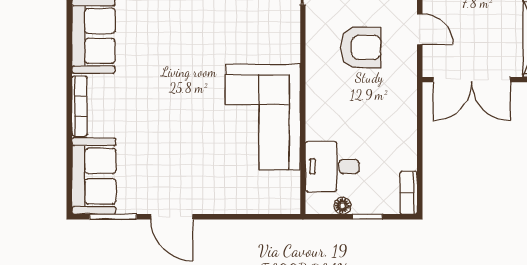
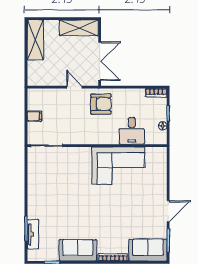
door: (420, 29) -> (74, 87), hinge flipped
armchair: (361, 47) -> (101, 104), moved, turned 90
desk: (332, 166) -> (132, 131), moved

